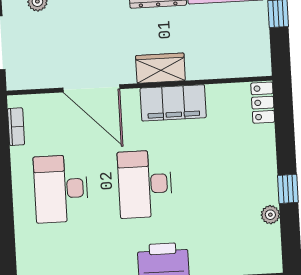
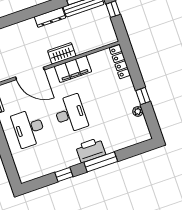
locker: (263, 103) -> (120, 62), width x1.53
desk: (145, 184) -> (70, 114), turned 180

